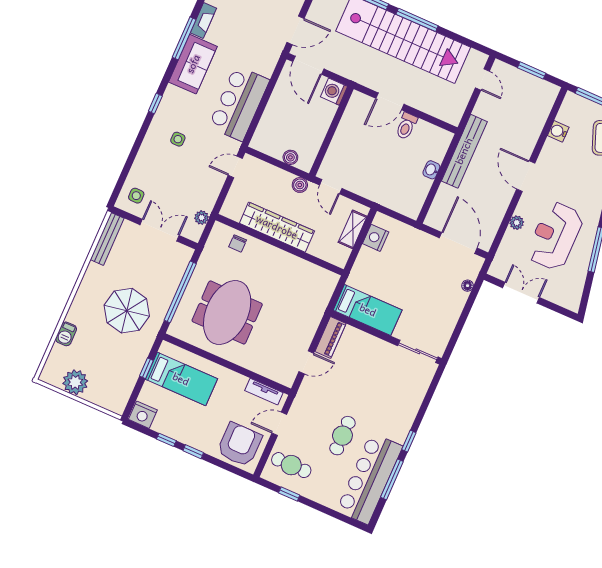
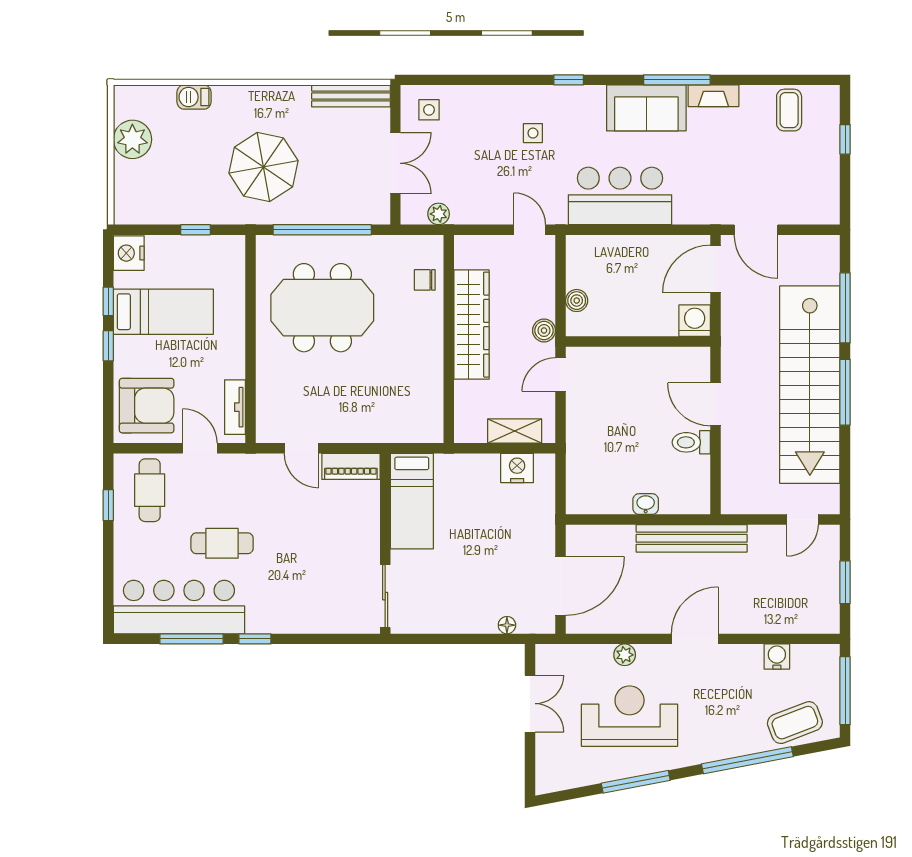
bed: (181, 379) -> (163, 312), moved, turned -90

